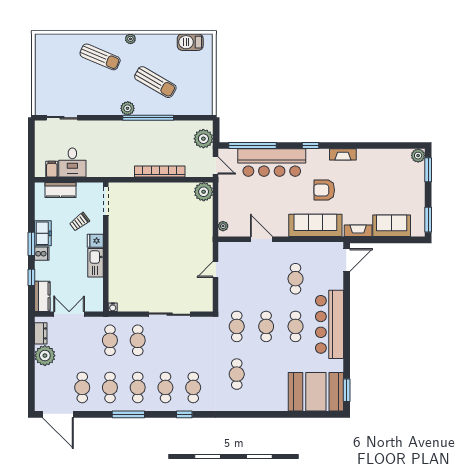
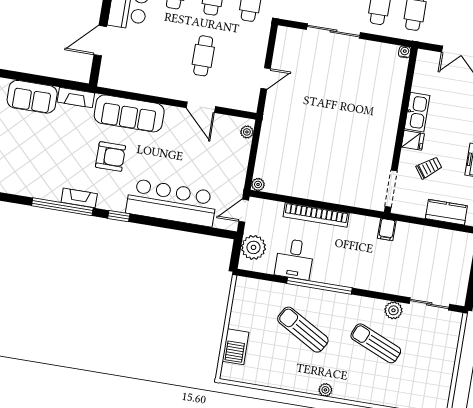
barbecue: (190, 42) -> (236, 347), moved, turned 90
sun lounger: (100, 57) -> (376, 343), moved
plant: (128, 108) -> (393, 310), moved
window: (253, 146) -> (62, 207), moved
desk: (72, 163) -> (295, 259), moved, turned 180
door: (216, 165) -> (244, 211), hinge flipped
filing cabinet: (52, 169) -> (387, 230), moved
plant: (204, 192) -> (258, 184), width x0.53, depth x0.53
door: (347, 260) -> (100, 41), moved
cafe table: (296, 279) -> (203, 56), moved

